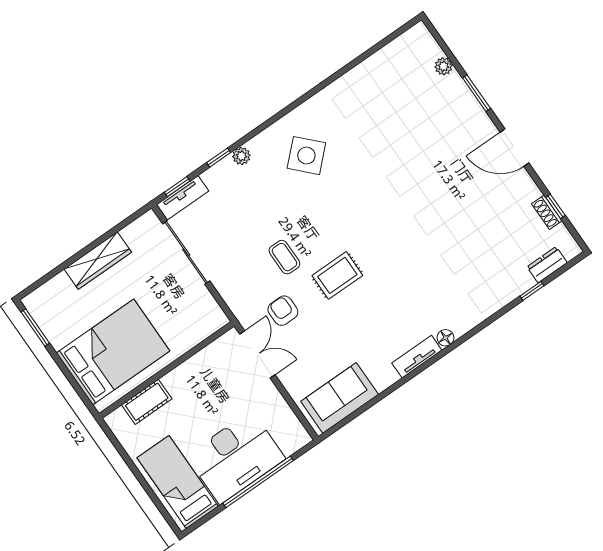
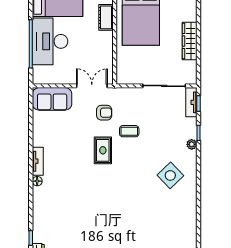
double door: (257, 354) -> (92, 86), swing flipped
sofa: (340, 398) -> (52, 99), moved, turned 90

